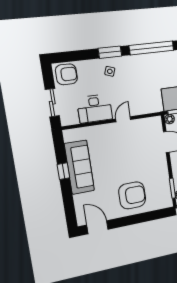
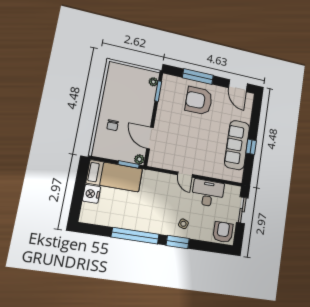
armchair: (66, 74) -> (223, 232), turned 90
door: (123, 119) -> (185, 175), hinge flipped
window: (140, 218) -> (198, 77), added

